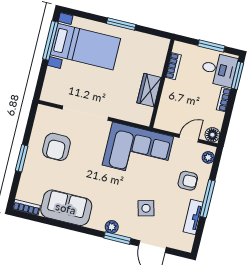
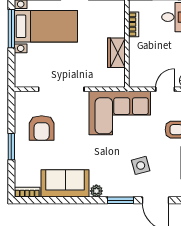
plant: (112, 227) -> (96, 191), moved

